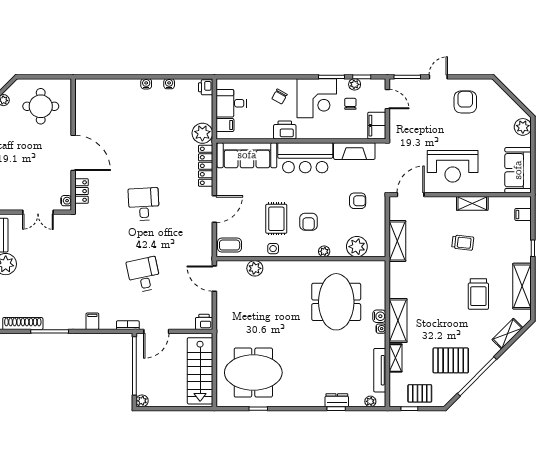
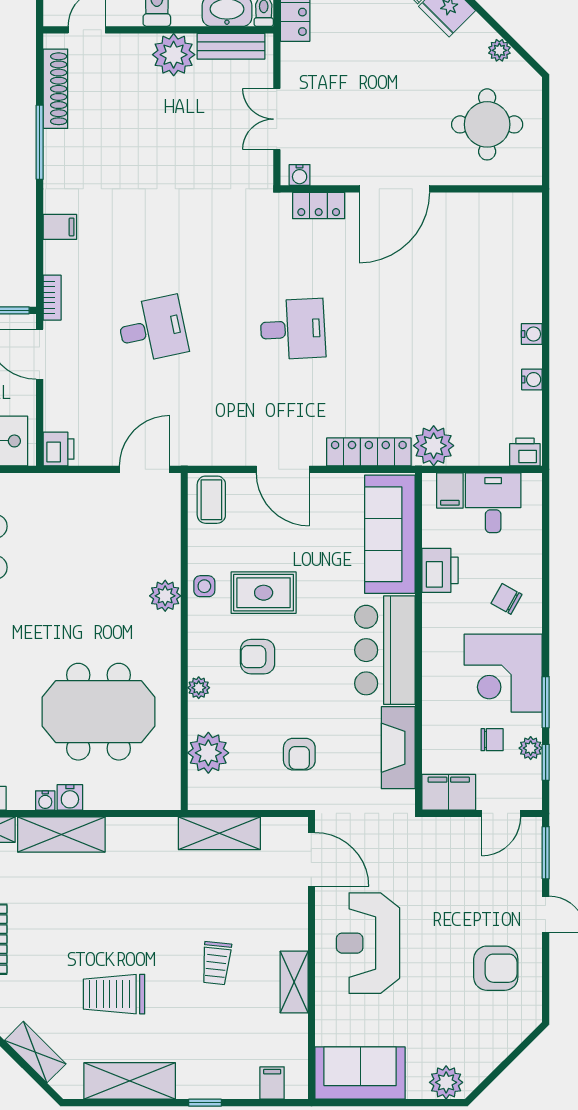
printer: (285, 130) -> (440, 570), moved
plant: (255, 268) -> (165, 596), moved

